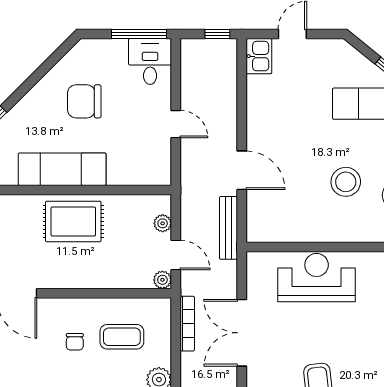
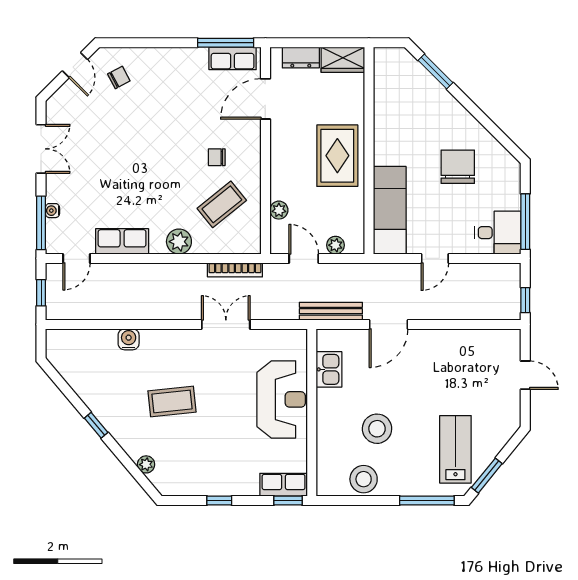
kitchen sink: (259, 56) -> (329, 369), moved, turned -90
exam couch: (62, 169) -> (390, 210), moved
door: (176, 255) -> (304, 258), swing flipped
plant: (162, 280) -> (279, 210), moved
double door: (242, 333) -> (226, 324), width x0.73
coffee table: (122, 337) -> (222, 204), turned 51

